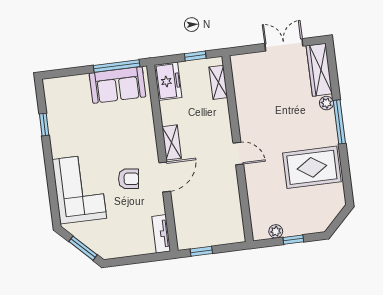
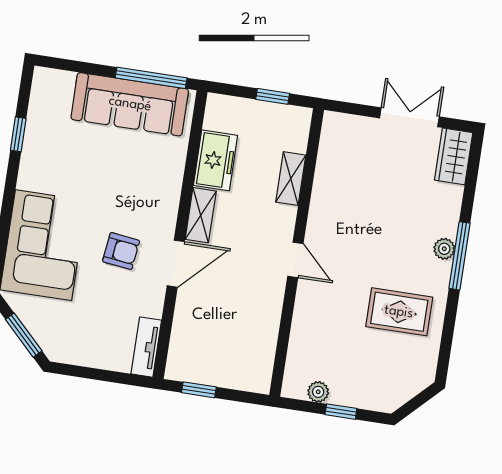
wardrobe: (319, 70) -> (454, 156), width x0.67
freezer: (168, 81) -> (216, 160), moved
shelving: (218, 82) -> (291, 179), moved
sofa: (117, 85) -> (130, 104), width x1.36
plant: (326, 103) -> (444, 249), moved
rug: (312, 167) -> (399, 312), width x0.73, depth x0.70

